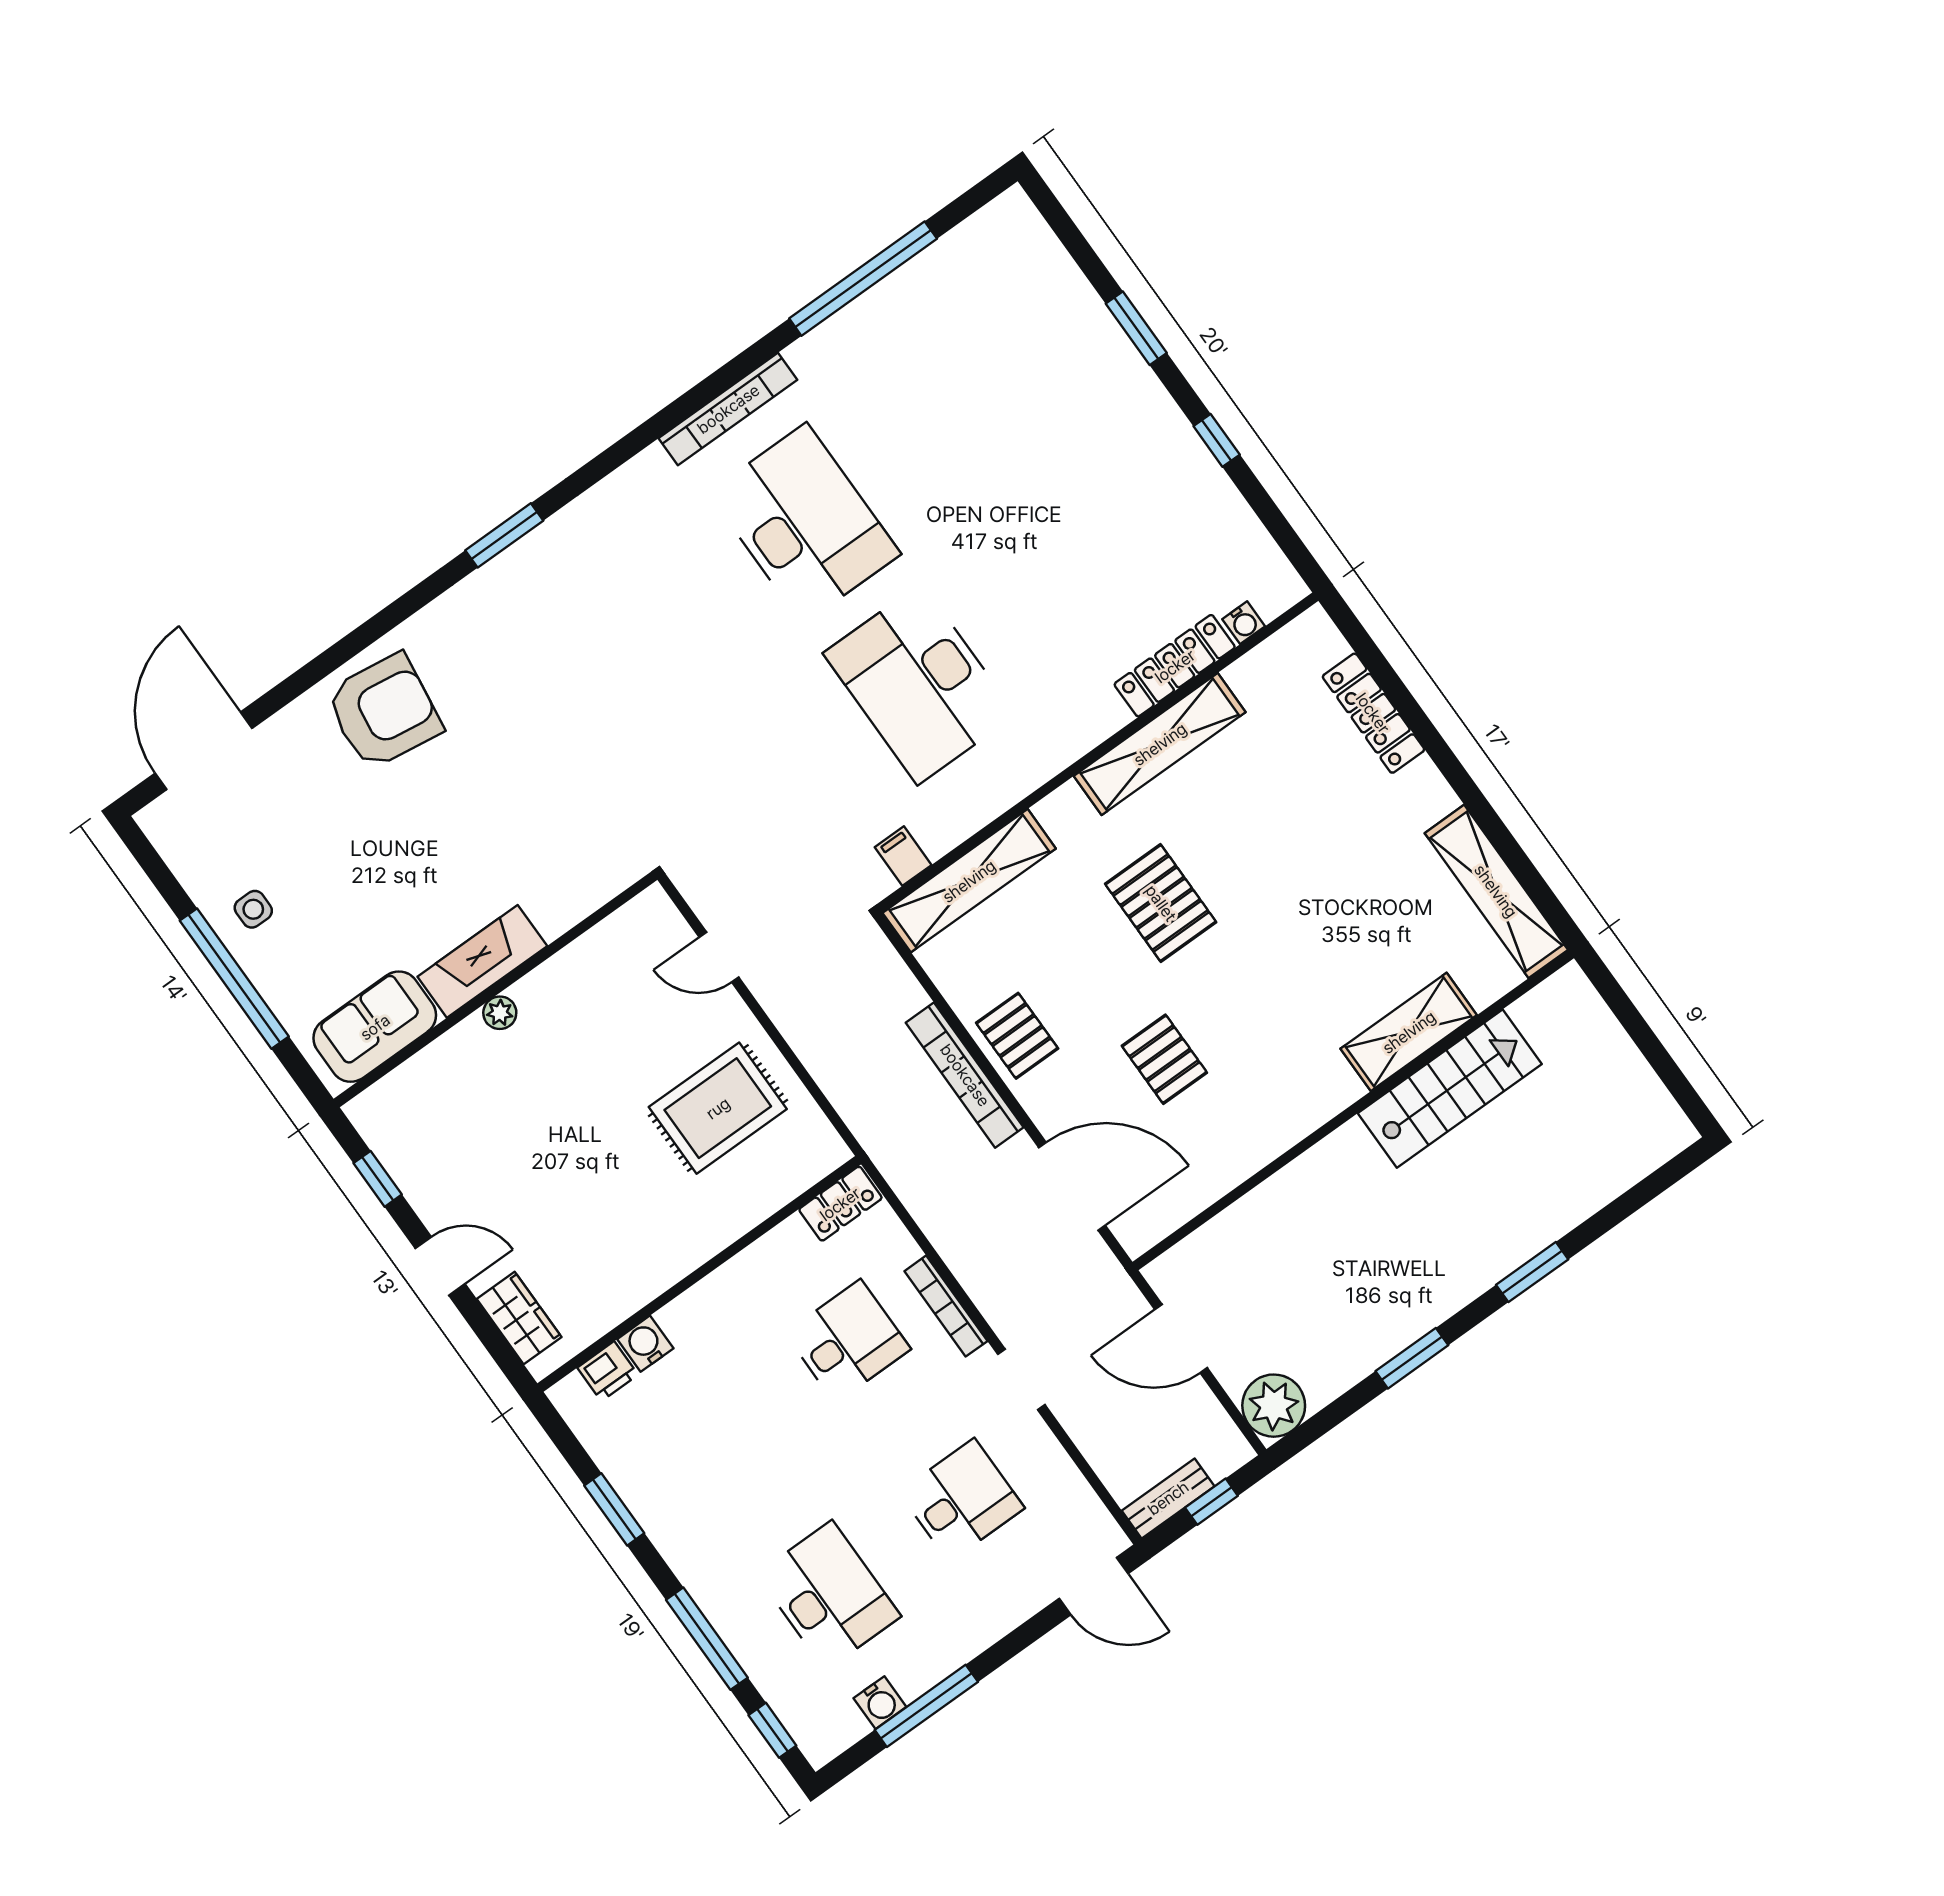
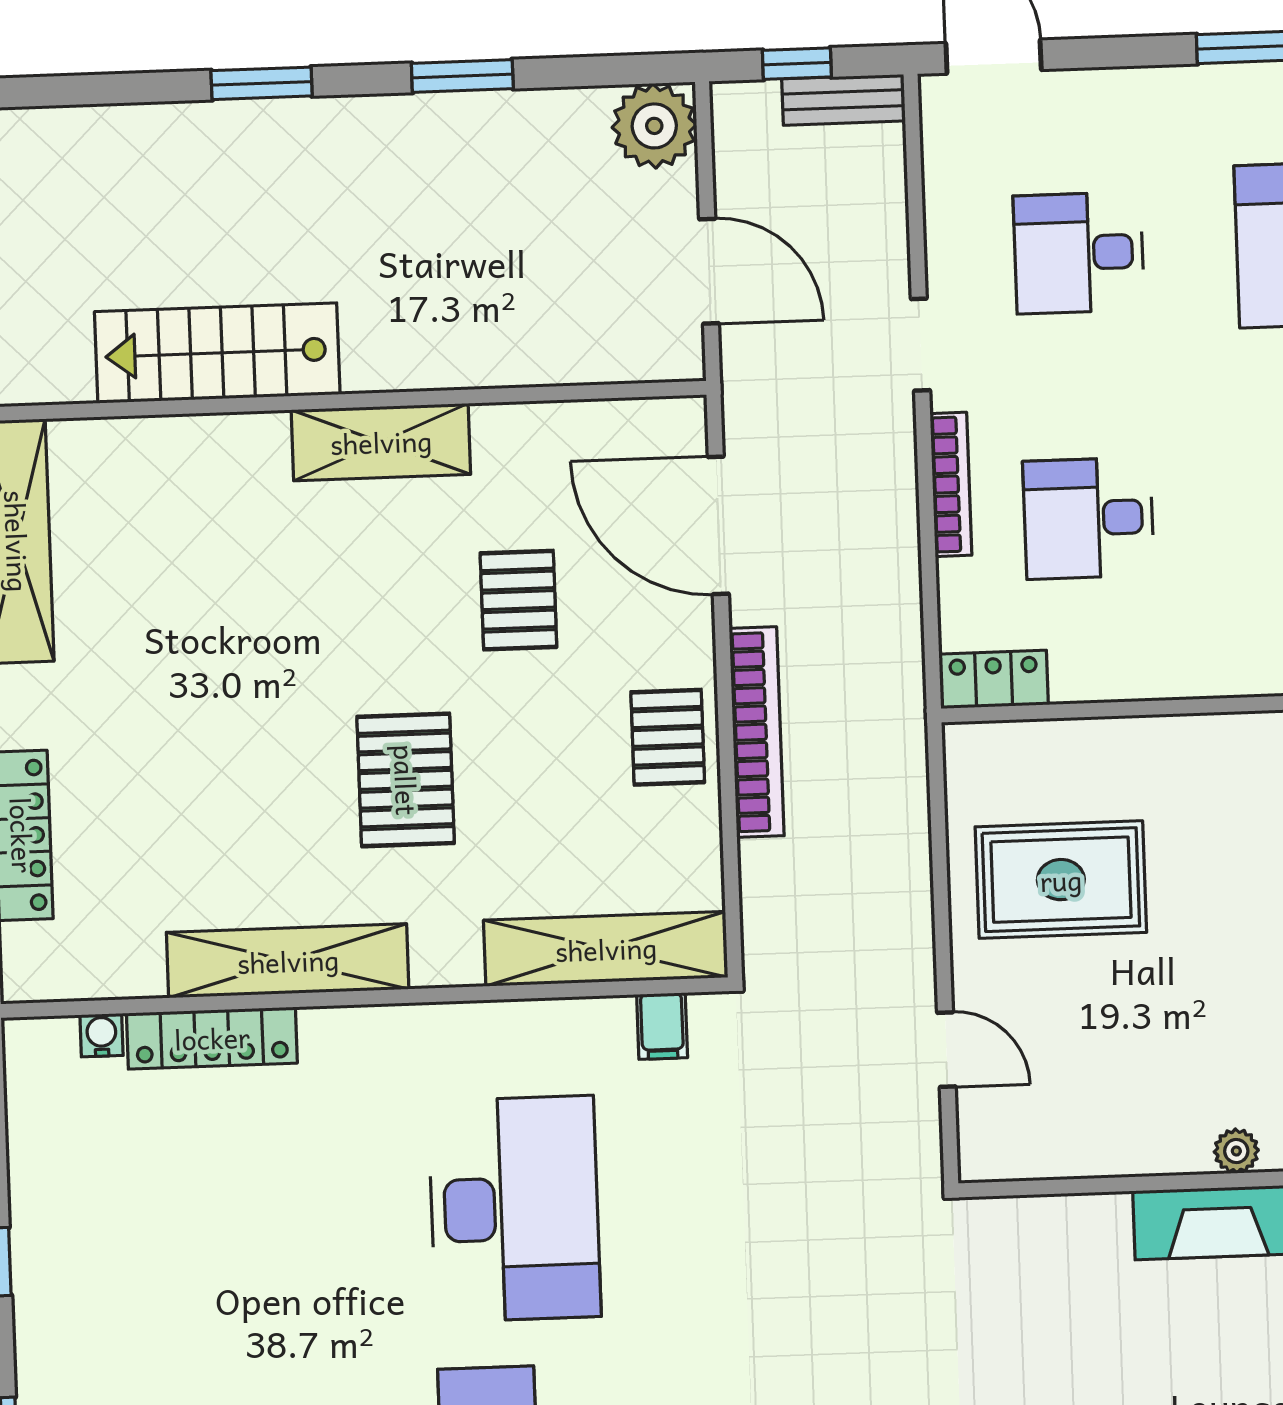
shelving: (1409, 1032) -> (381, 442), moved

